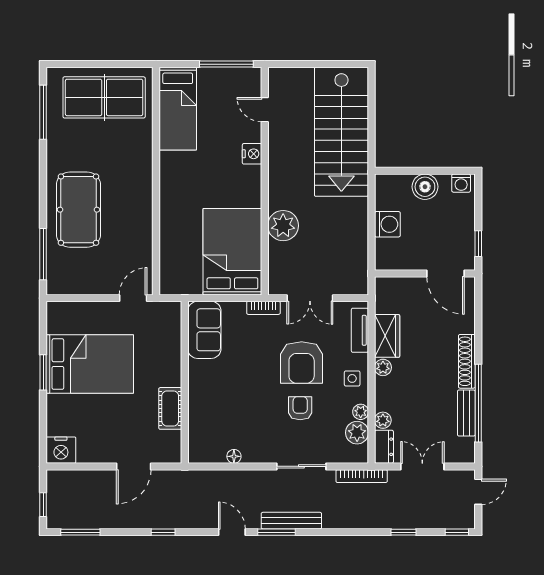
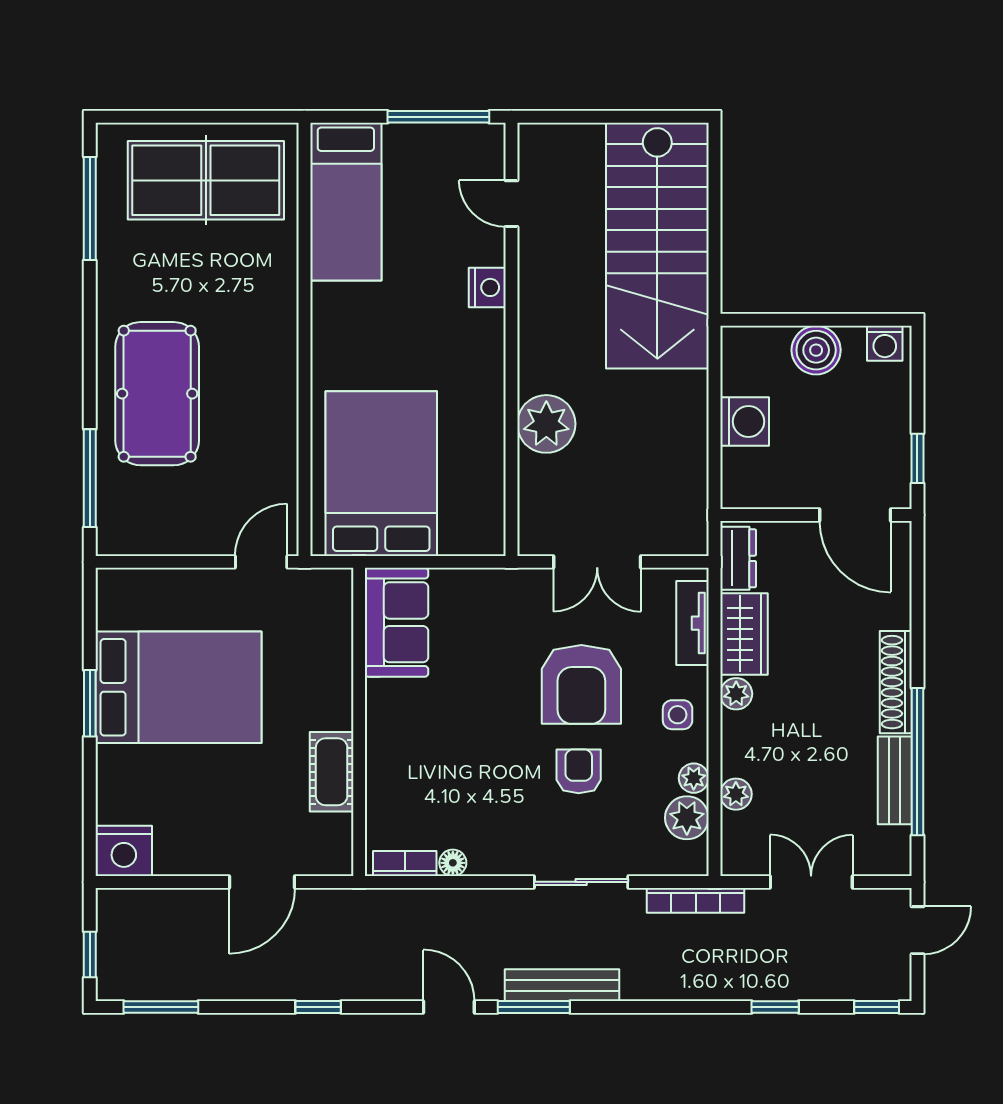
bed: (232, 252) -> (381, 474), moved
bookcase: (263, 308) -> (405, 863), moved, turned 180
dresser: (384, 447) -> (738, 558), moved

